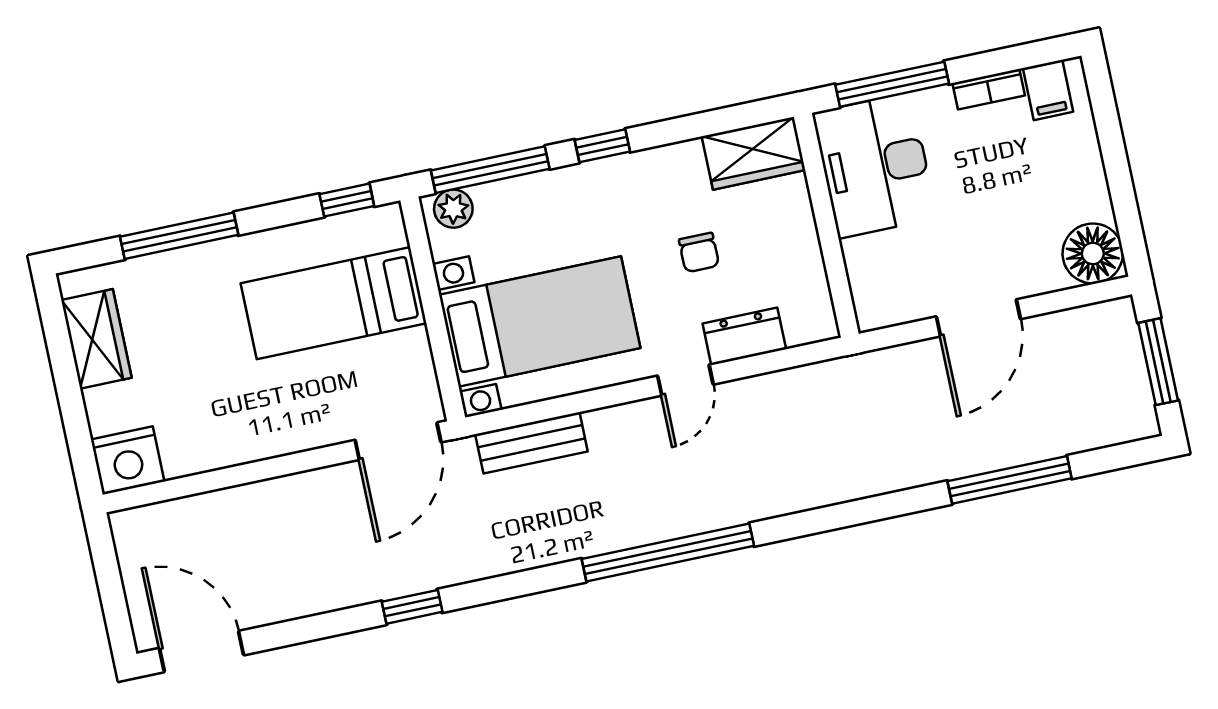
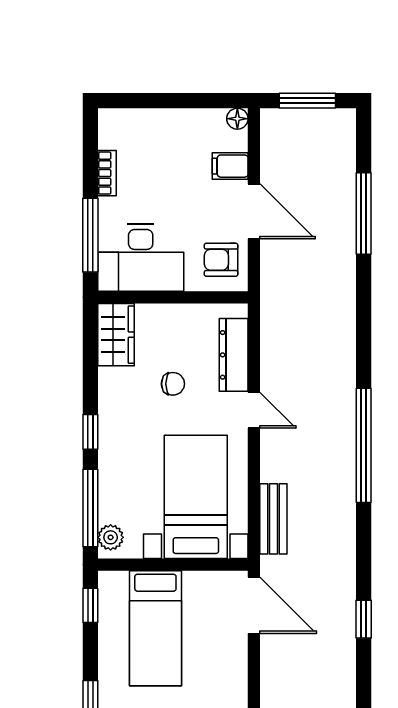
filing cabinet: (1048, 90) -> (230, 166), moved, turned 180
floor lamp: (1093, 253) -> (237, 119), width x0.53, depth x0.53
armchair: (897, 284) -> (221, 260), added
dresser: (744, 336) -> (234, 355), width x1.44

